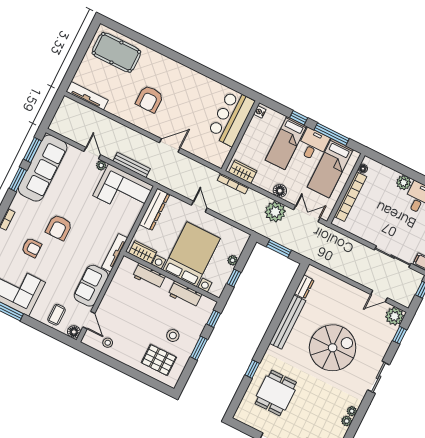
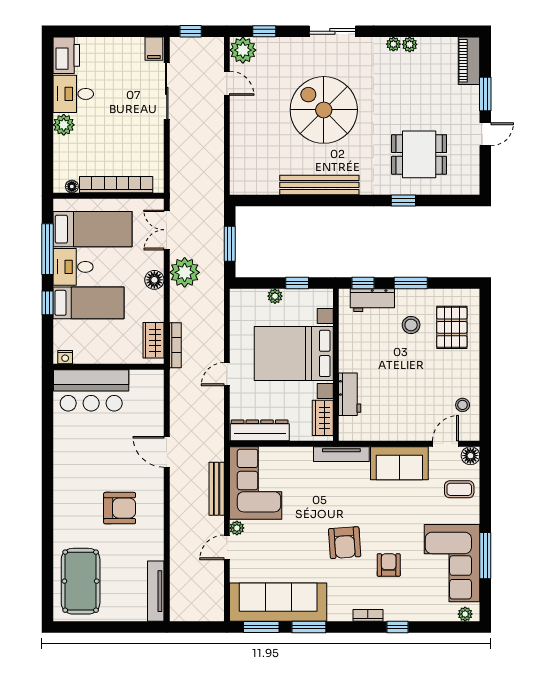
armchair: (59, 227) -> (345, 543), turned 86
dresser: (304, 287) -> (263, 186), removed
workbench: (185, 294) -> (372, 300), moved, turned 90

